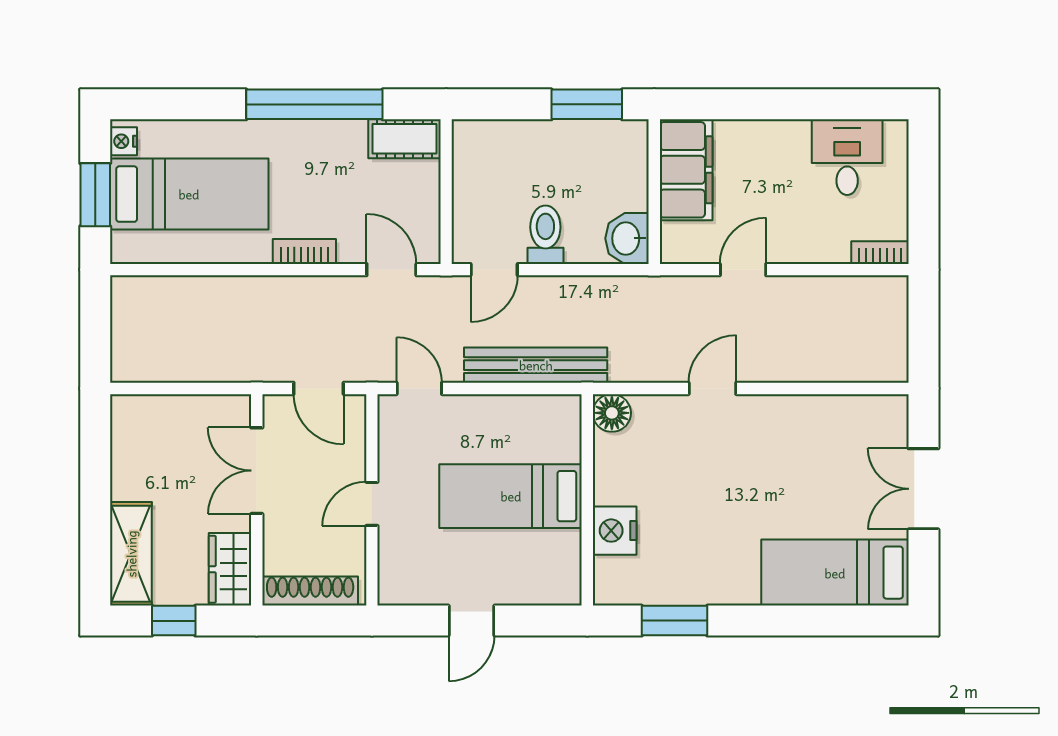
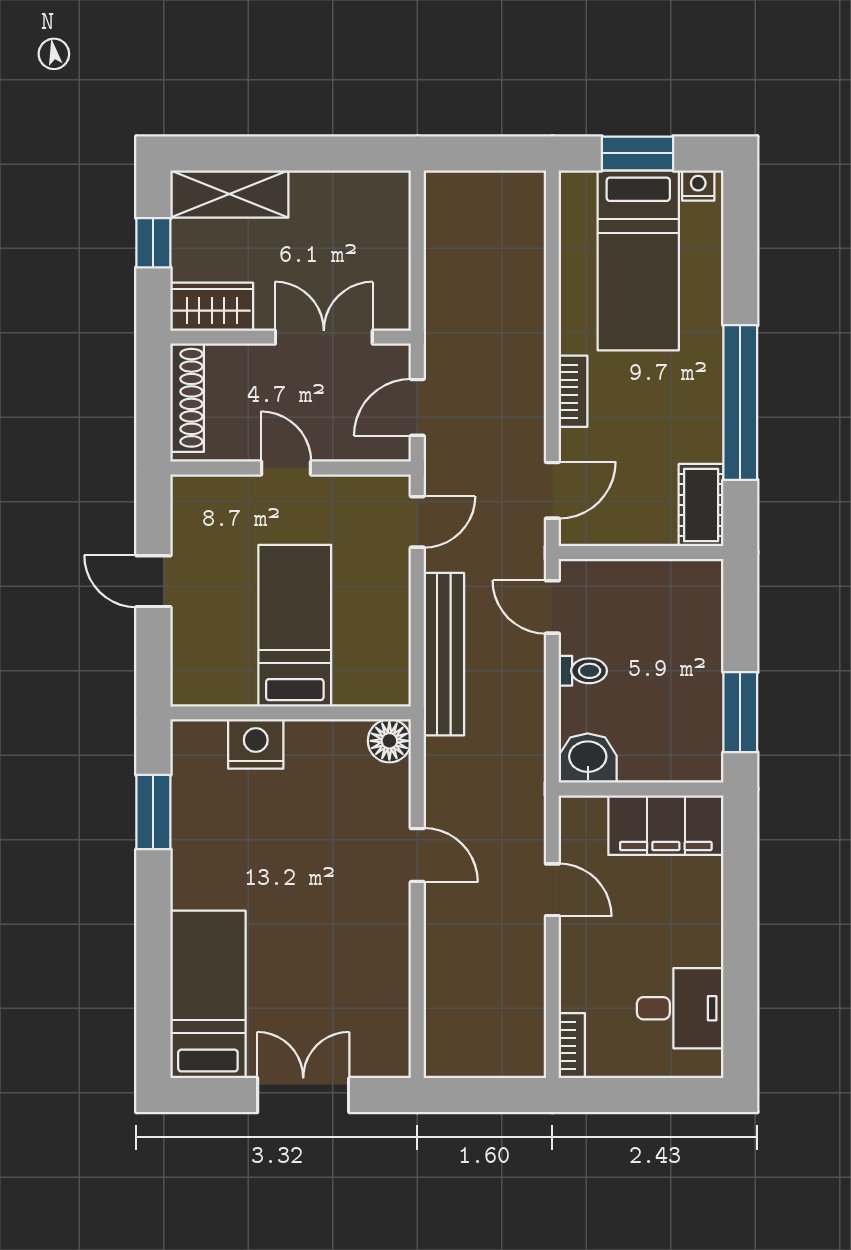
toilet: (545, 235) -> (583, 671), width x0.73, depth x0.72

